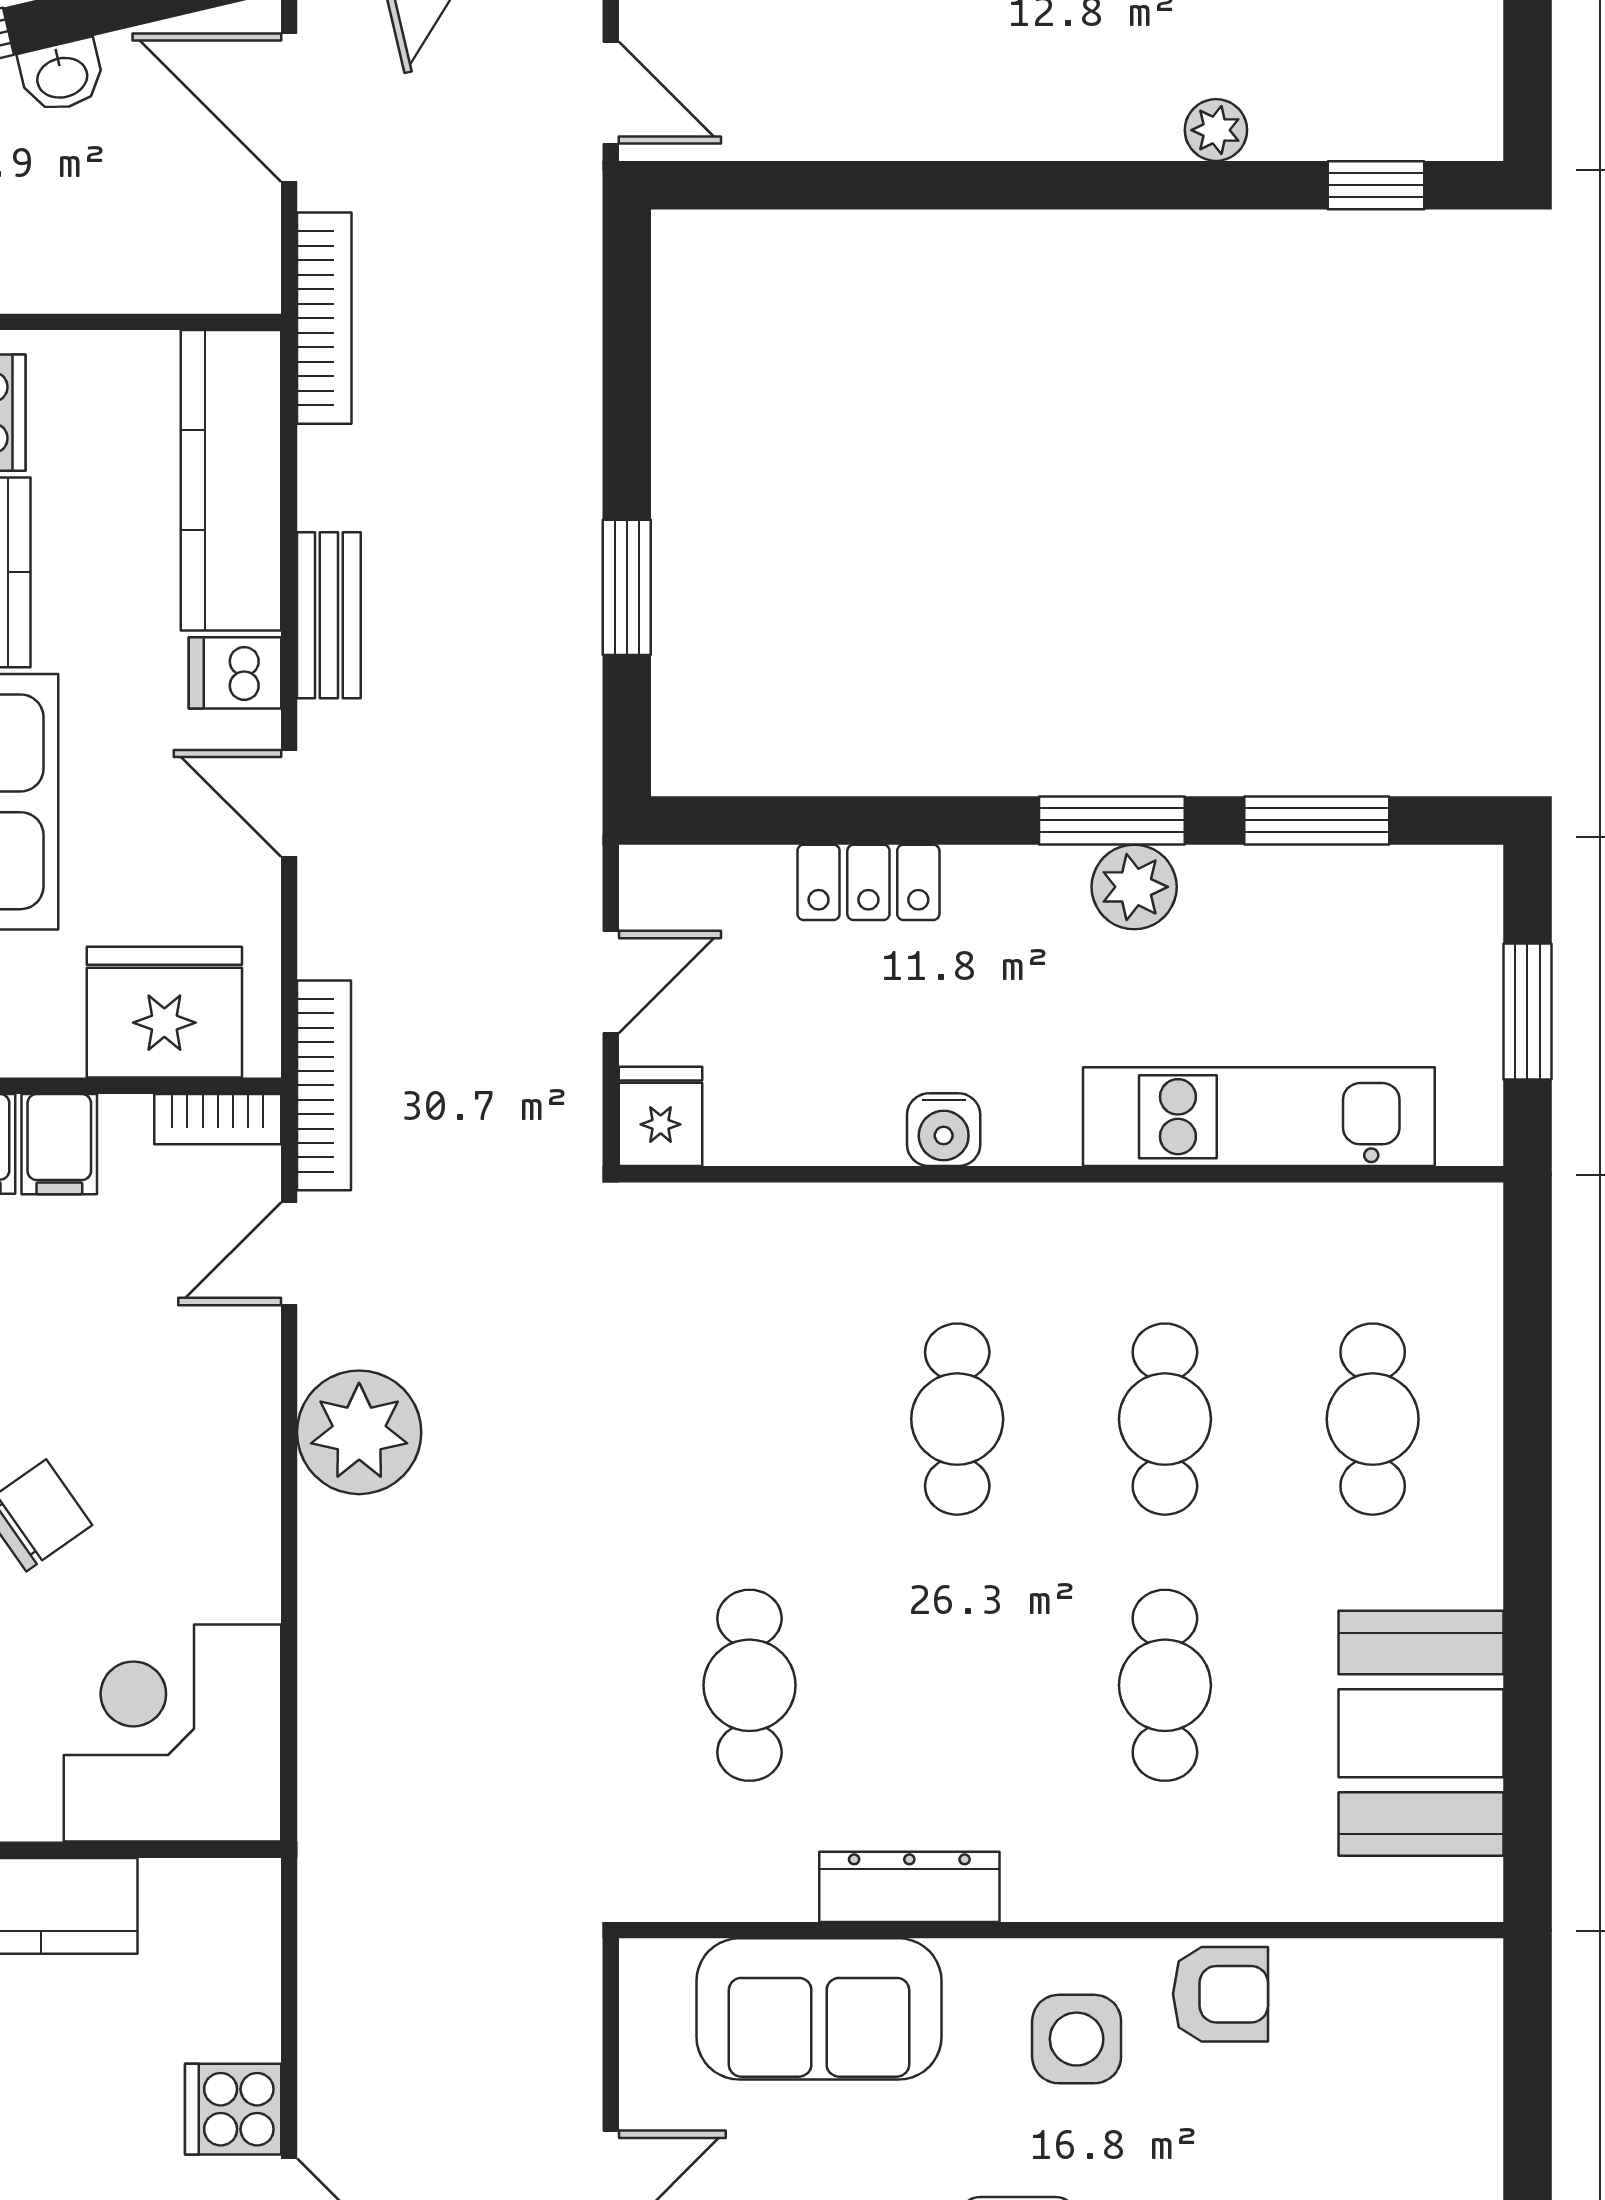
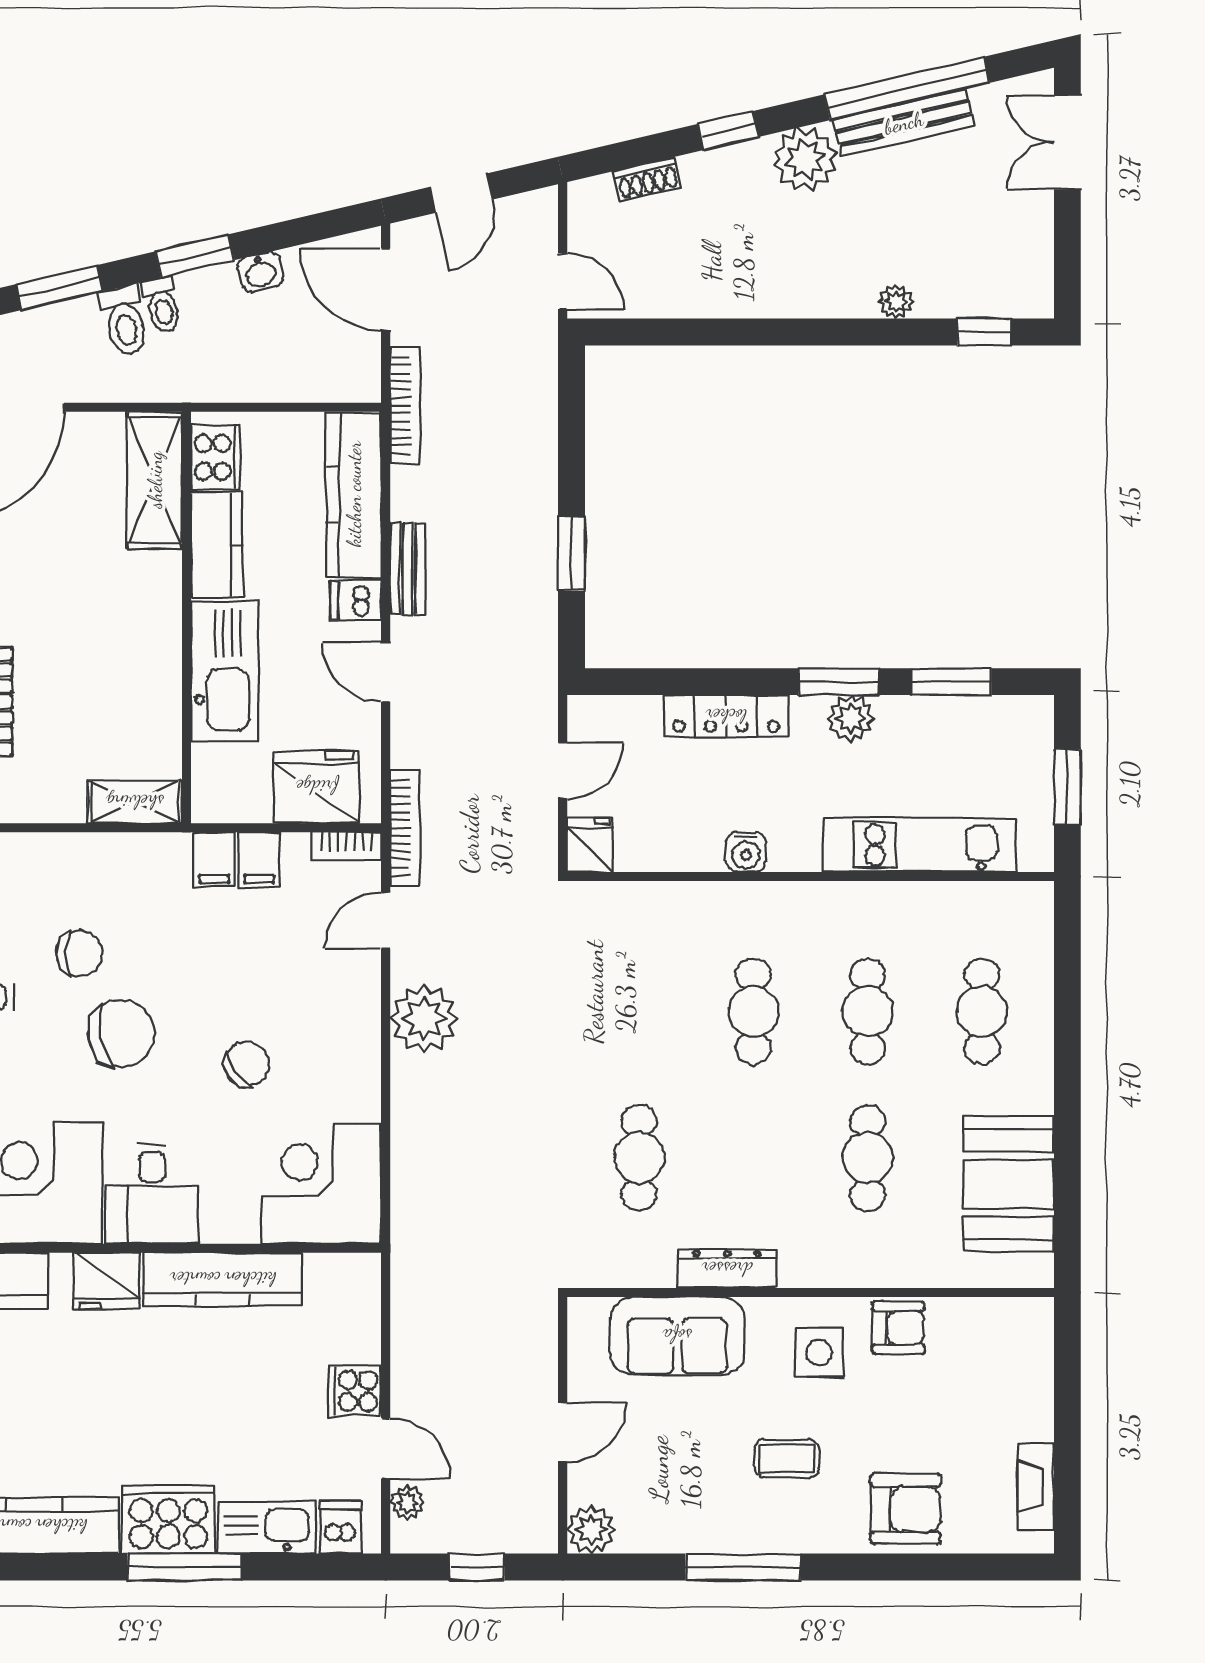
locker: (868, 882) -> (726, 716), width x1.53

